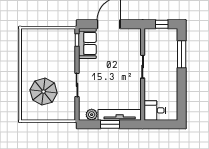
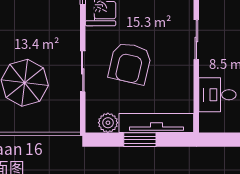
armchair: (104, 80) -> (130, 63), added
desk: (155, 110) -> (217, 95), moved

